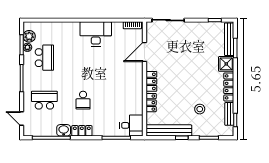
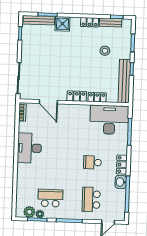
locker: (229, 87) -> (90, 22), width x0.66
school desk: (83, 100) -> (92, 162), turned 180
desk: (131, 125) -> (109, 120), width x1.87, depth x1.30

